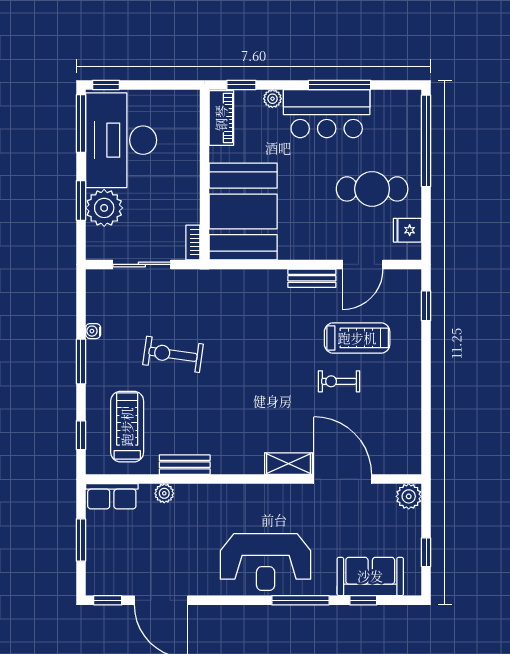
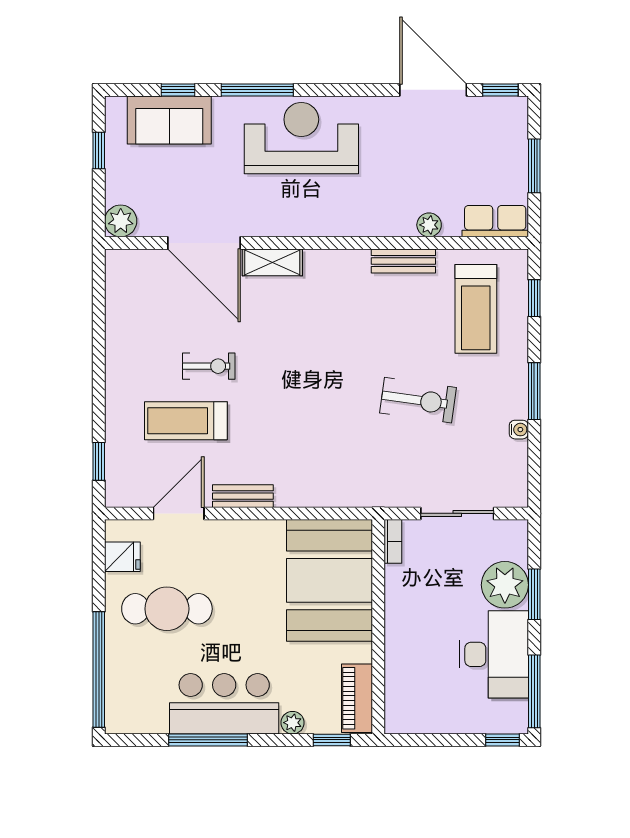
desk: (121, 140) -> (494, 654), width x0.73, depth x0.77

